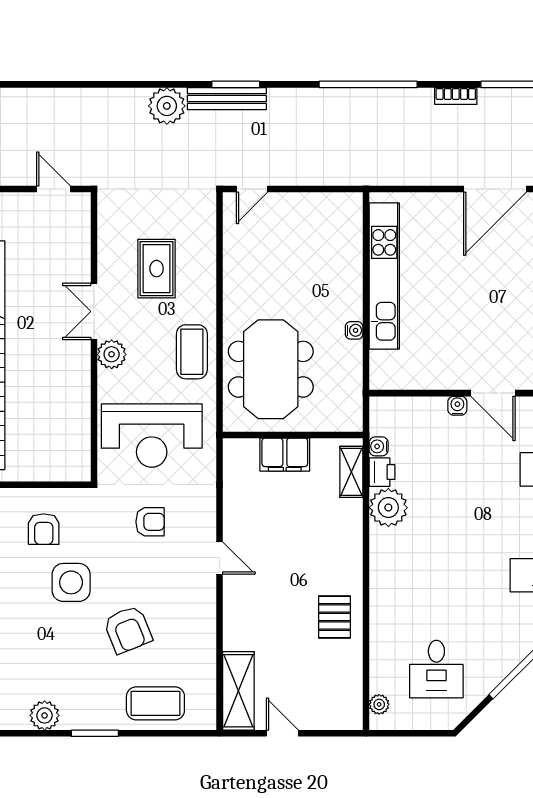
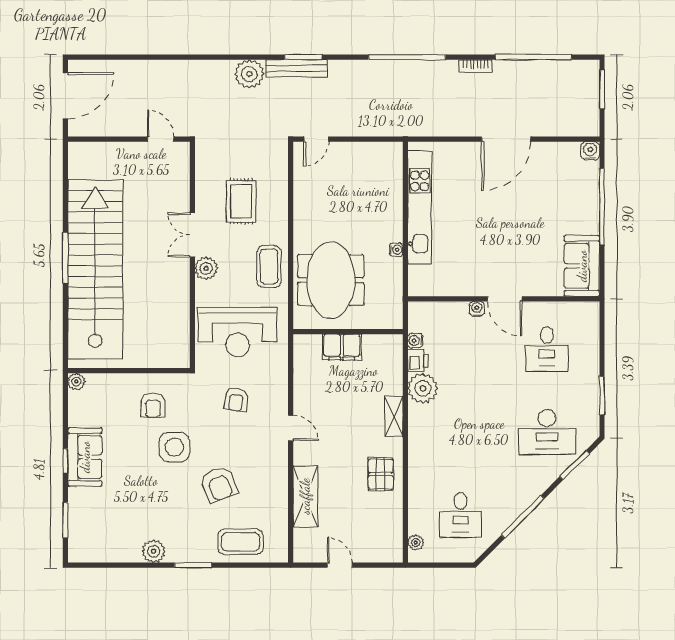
shelving: (351, 472) -> (394, 416), moved
armchair: (150, 522) -> (236, 400), turned 99
shelving: (238, 691) -> (305, 496), moved

